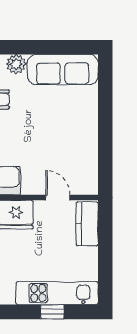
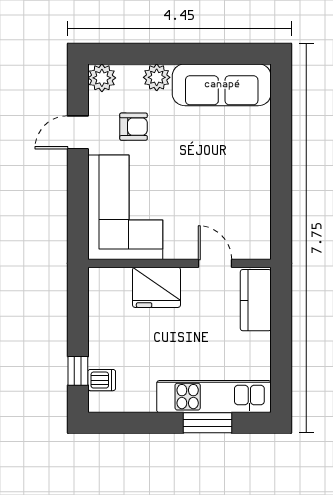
window: (52, 312) -> (207, 423), width x1.50

